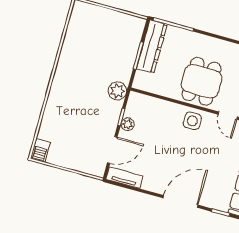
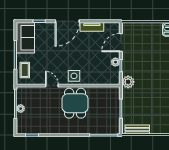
bench: (123, 19) -> (137, 130), added
dresser: (152, 47) -> (114, 117), removed
tv unit: (124, 178) -> (92, 27), moved

